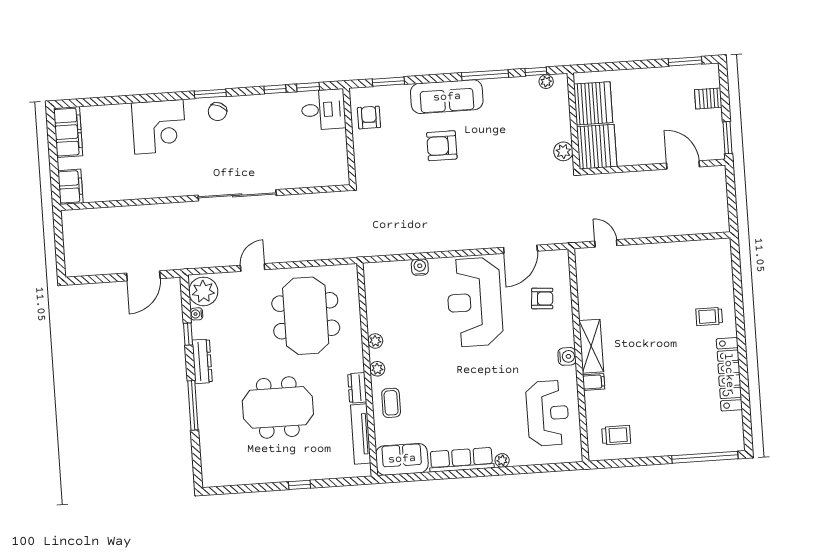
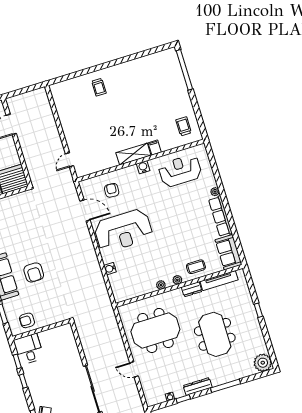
plant: (563, 151) -> (20, 198), removed
plant: (203, 291) -> (263, 363), moved
locker: (729, 374) -> (131, 67), removed

